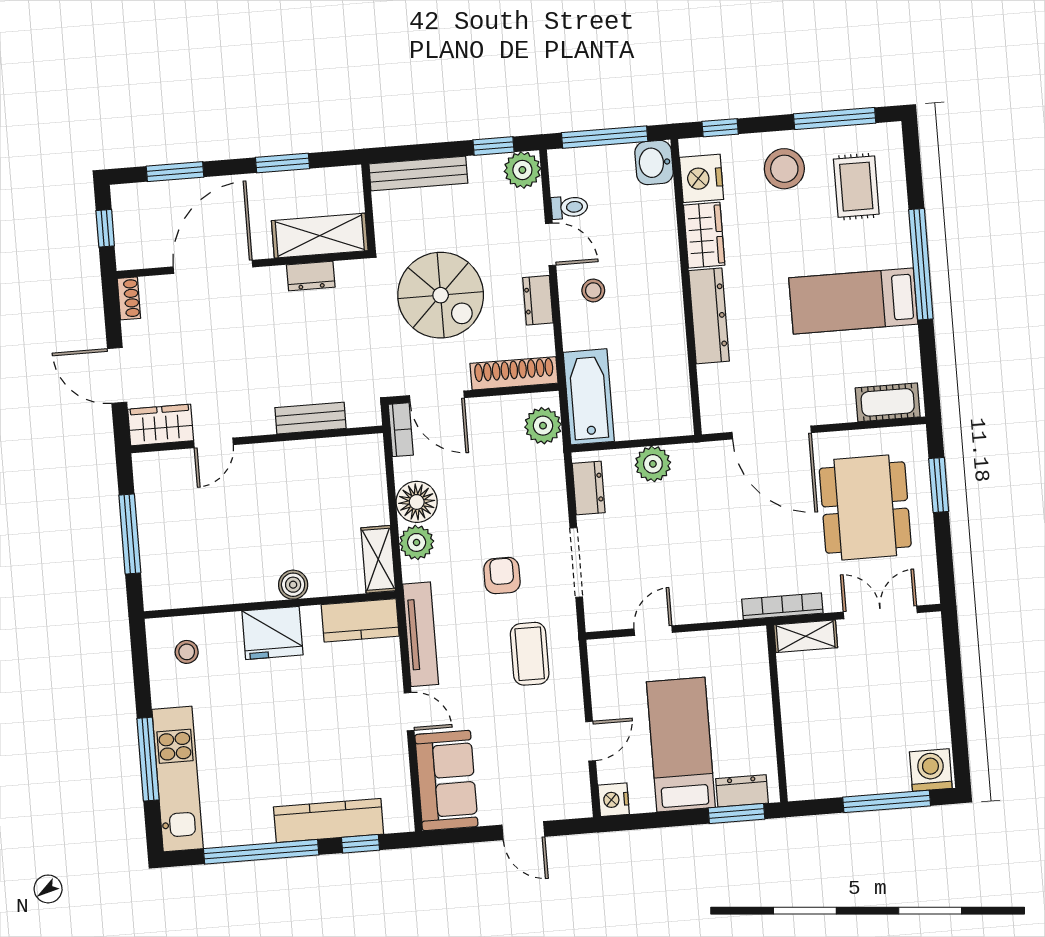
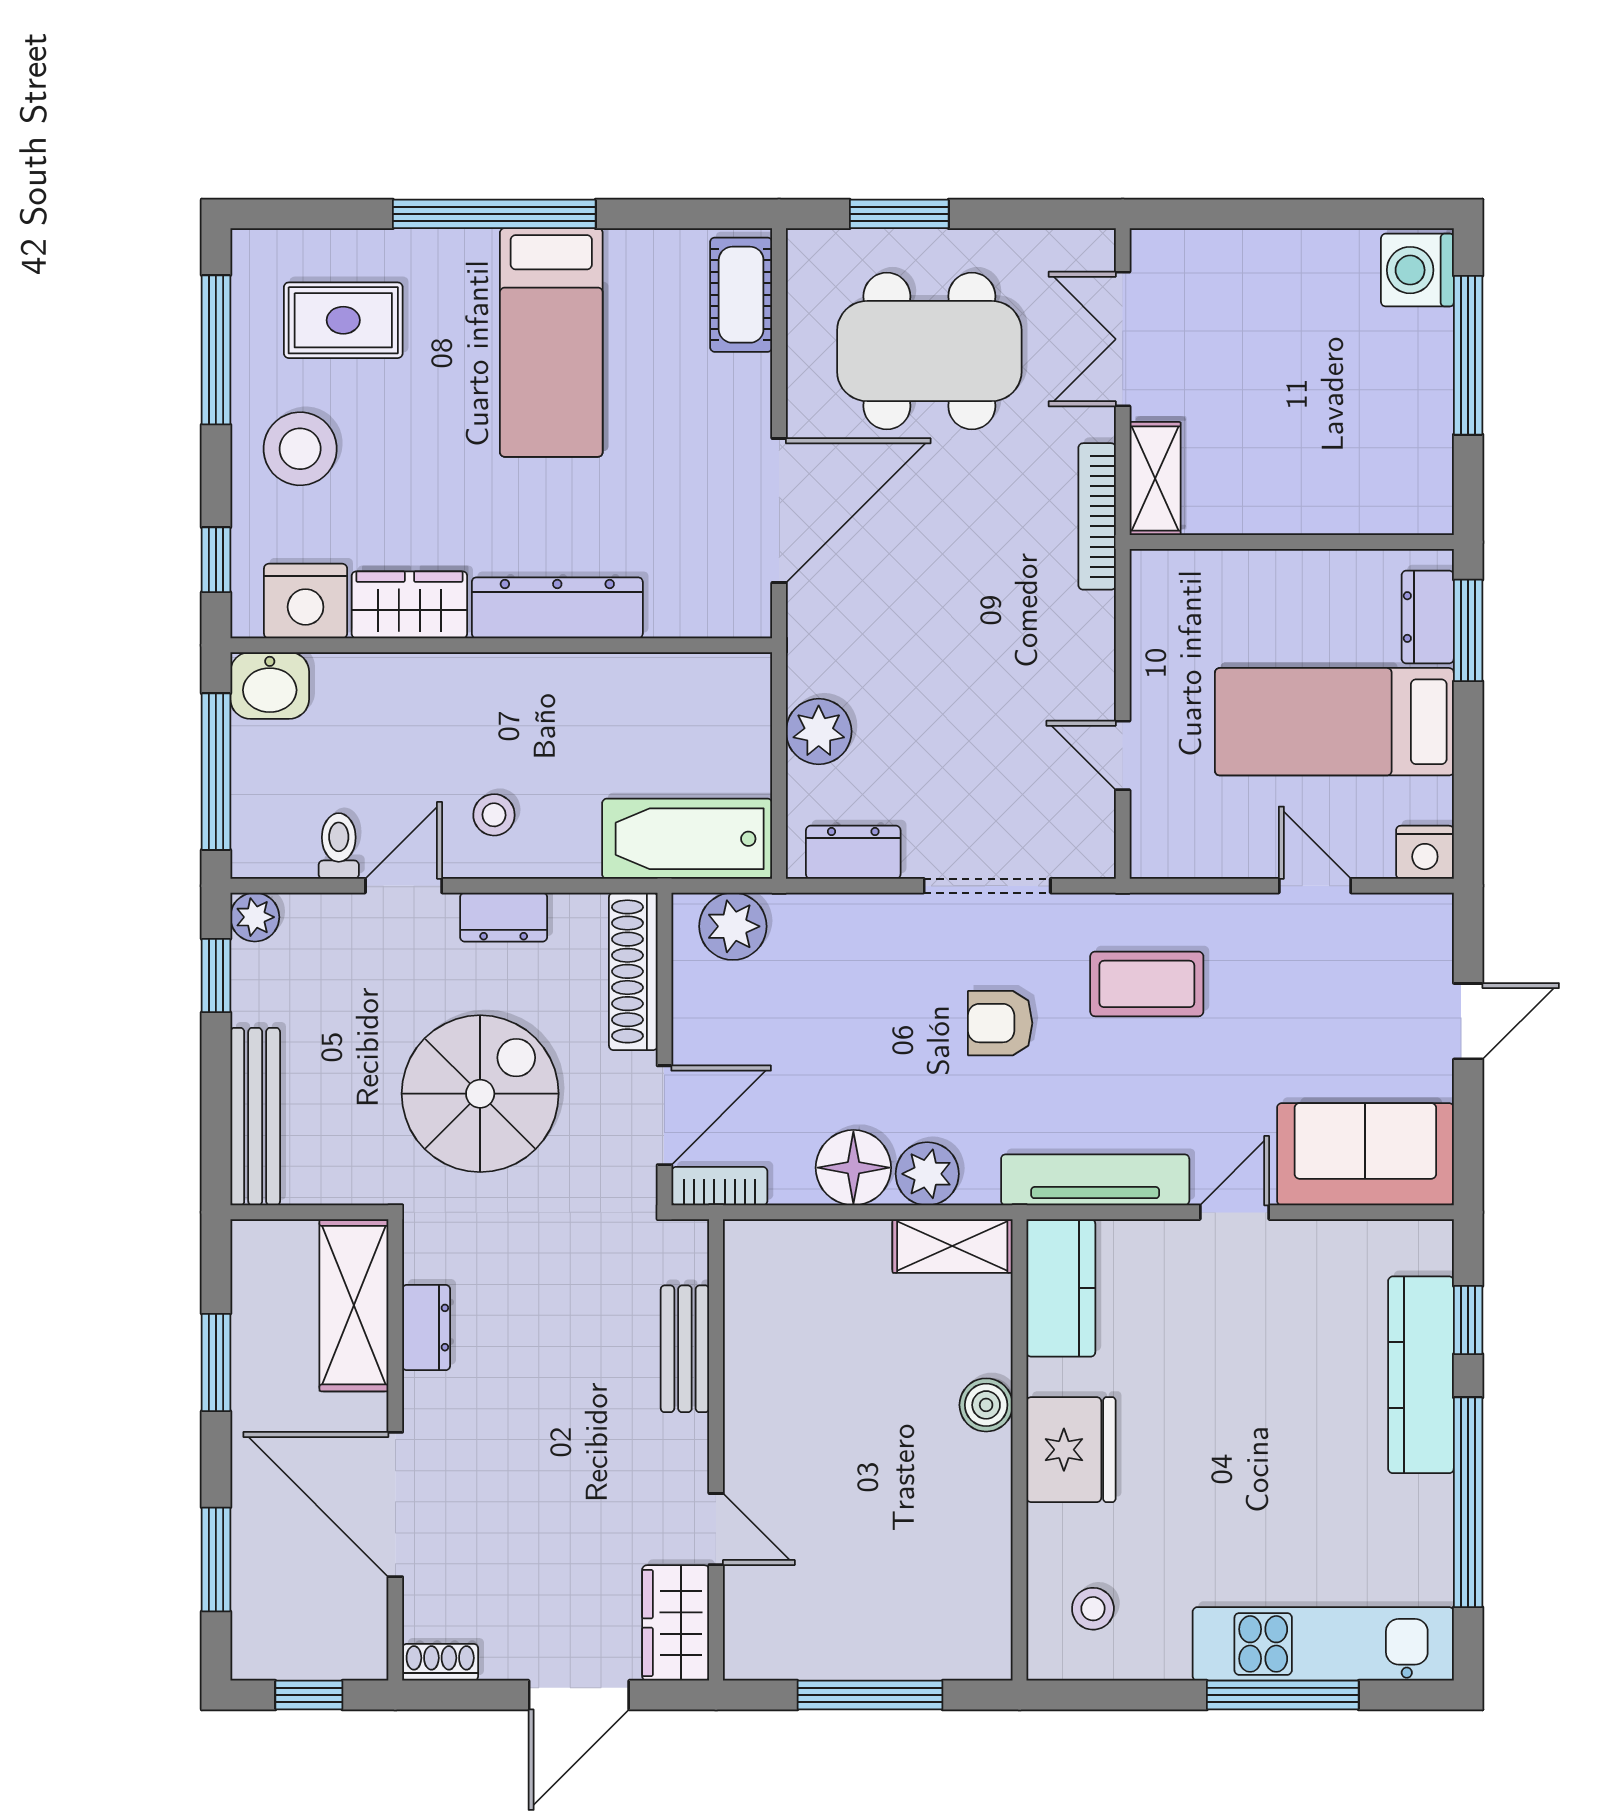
plant: (522, 170) -> (255, 917), width x0.73, depth x0.73

